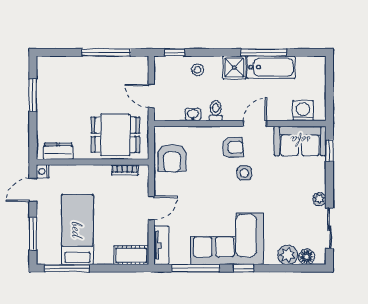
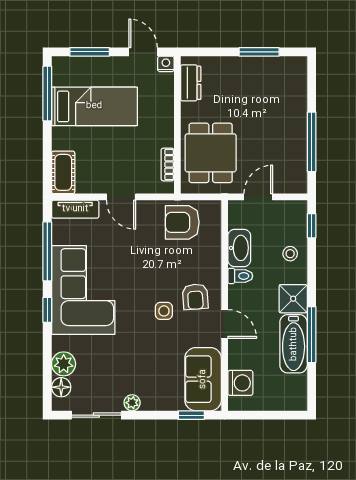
washbasin: (193, 114) -> (239, 248), width x1.91, depth x1.45

